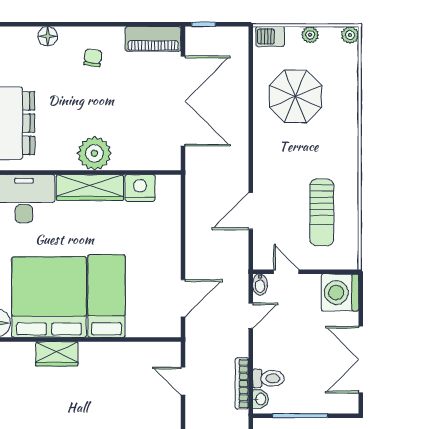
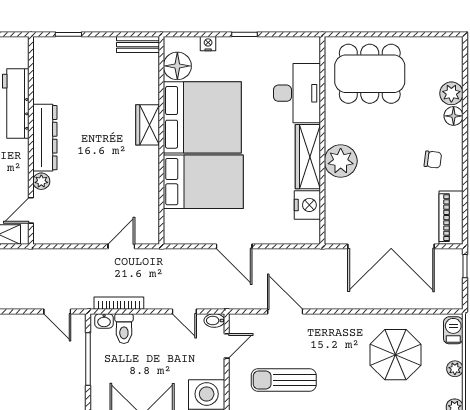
plant: (24, 38) -> (451, 93), added
bed: (107, 296) -> (203, 182), width x1.50
door: (183, 298) -> (234, 246), moved

